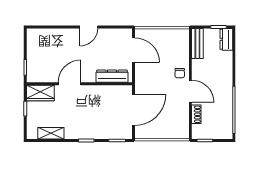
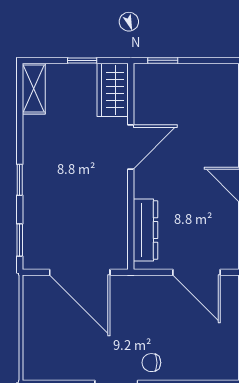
door: (134, 50) -> (197, 272), hinge flipped
door: (70, 84) -> (131, 147), hinge flipped
shelving: (51, 133) -> (34, 89), moved

